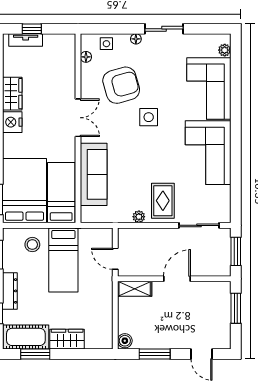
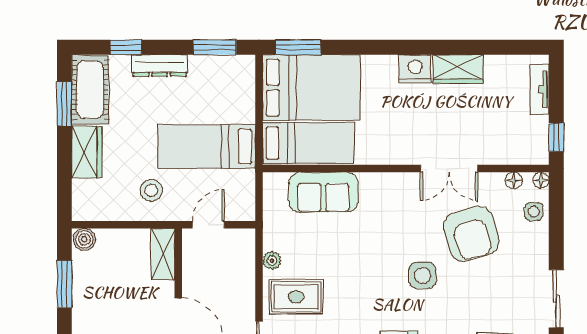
window: (32, 29) -> (556, 137), moved
floor lamp: (136, 39) -> (541, 180), moved
double door: (78, 118) -> (449, 168), moved
sofa: (94, 174) -> (323, 192), width x0.73
stool: (32, 245) -> (151, 190), moved

